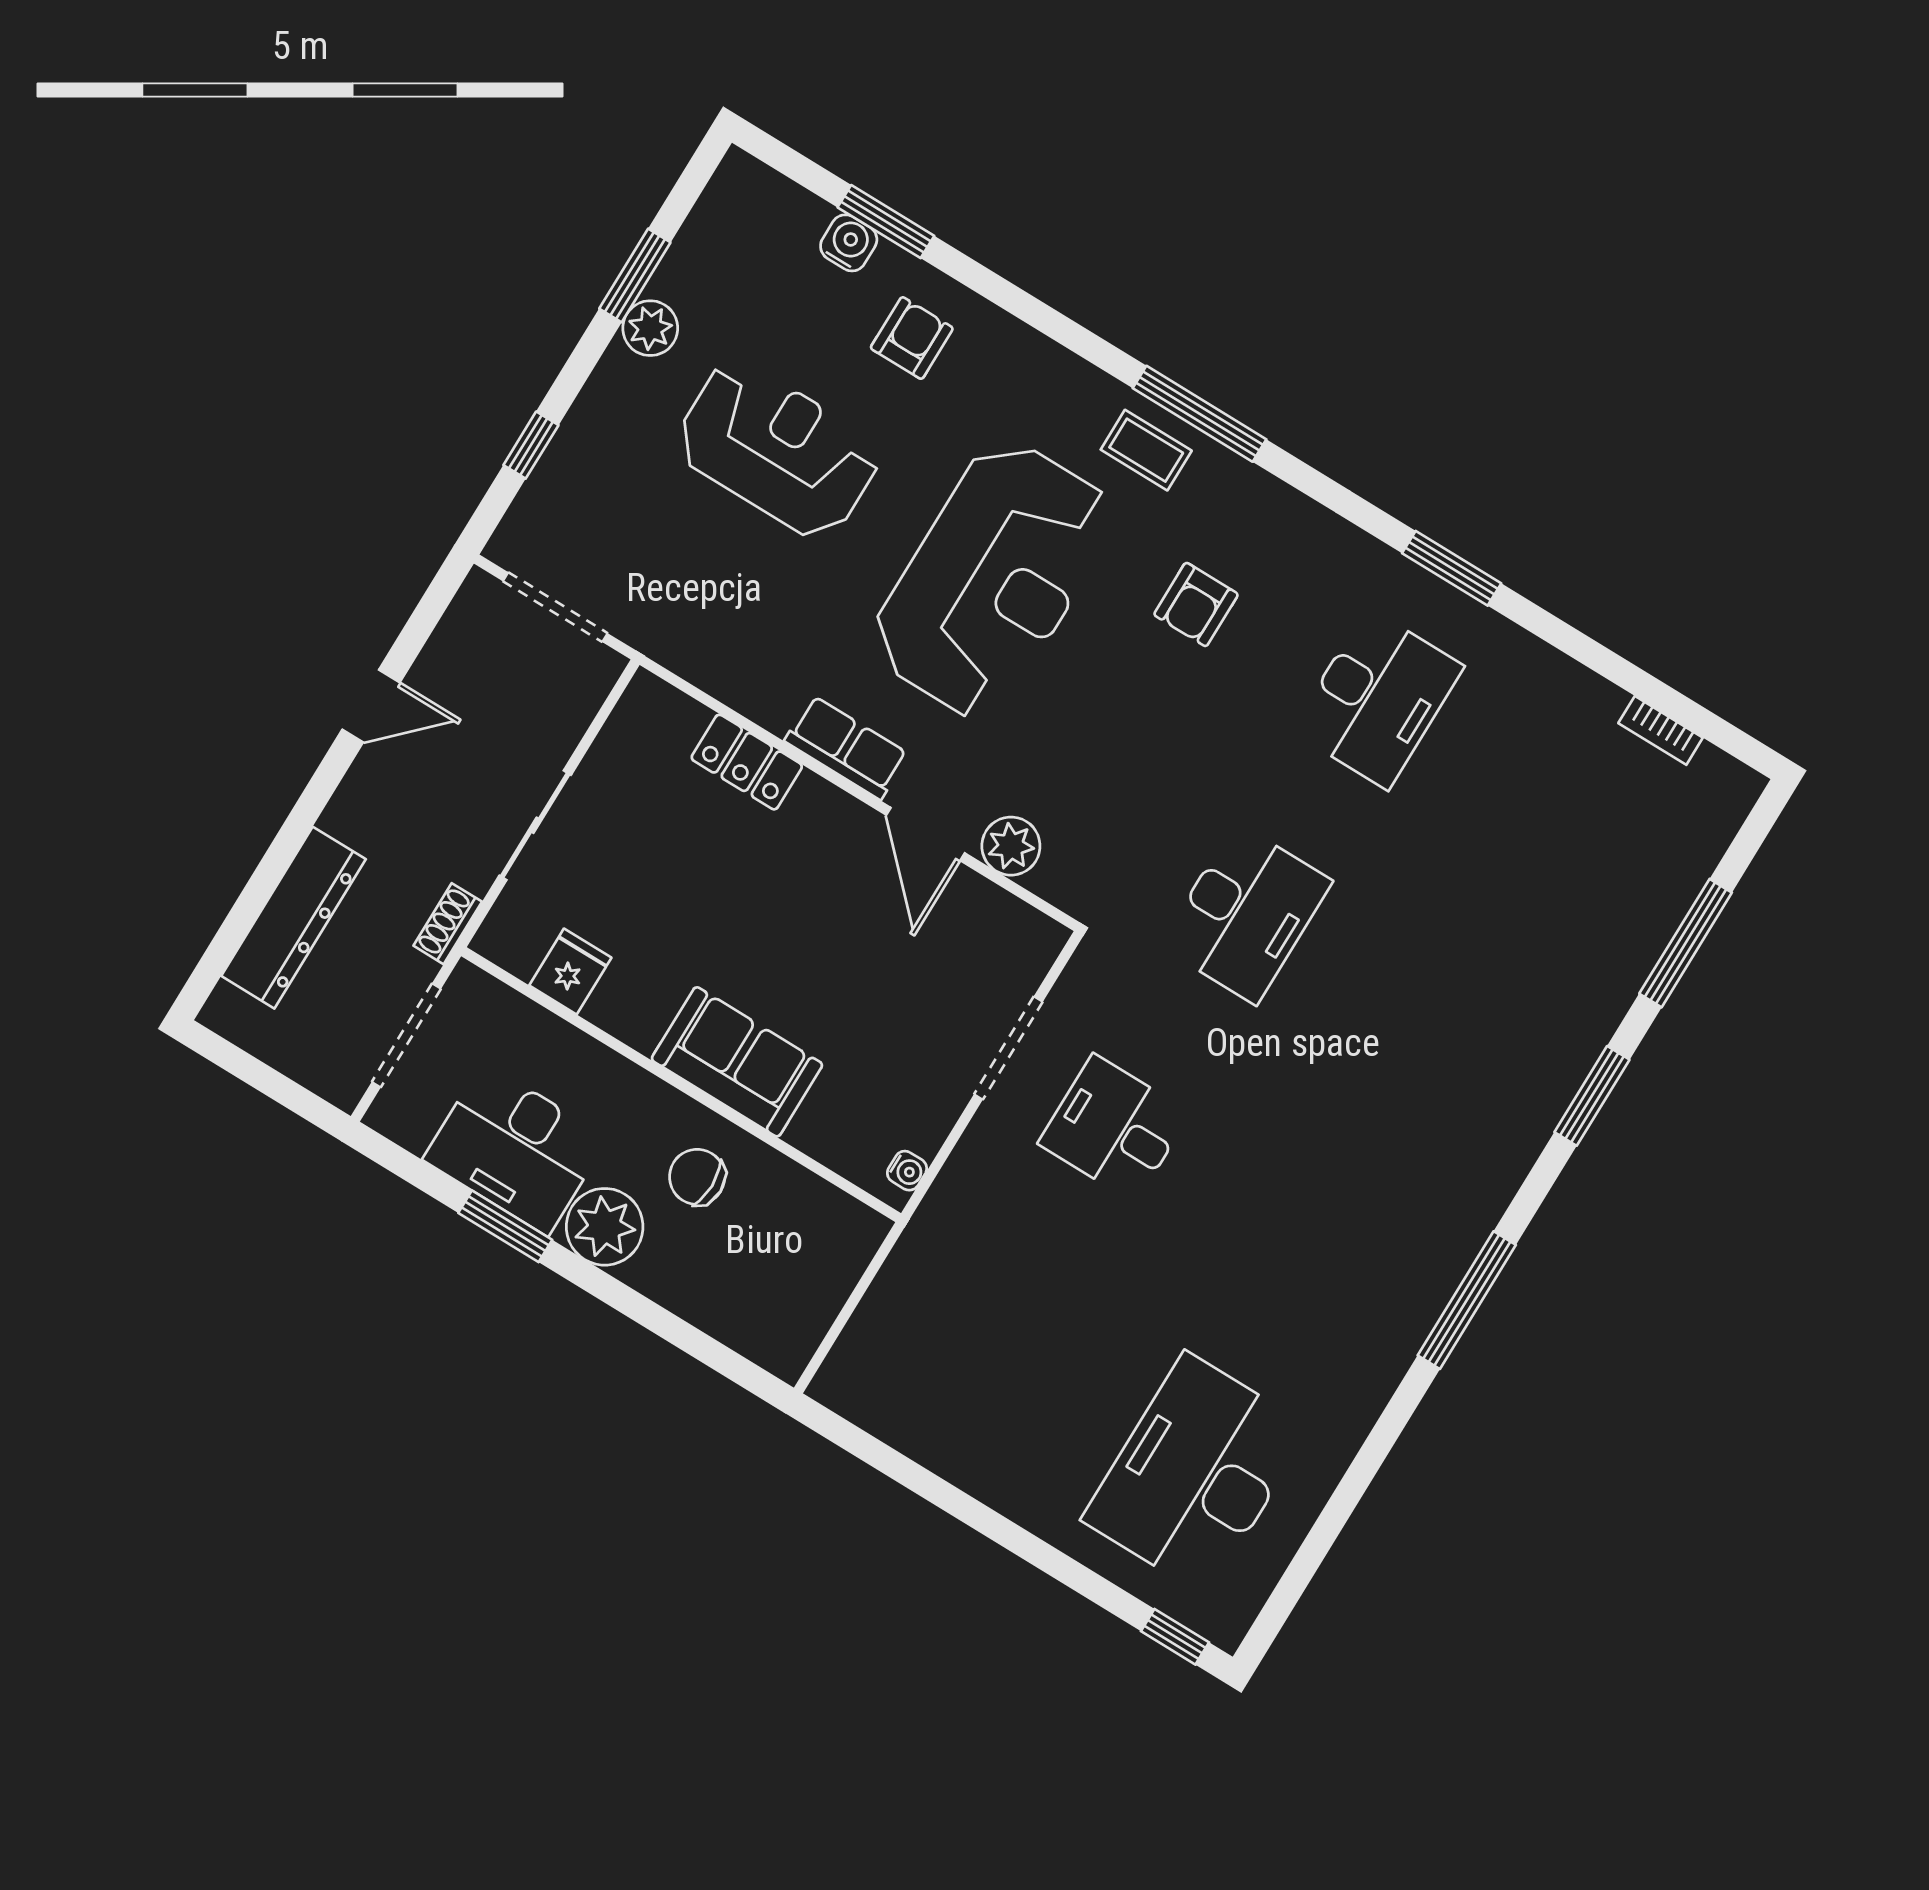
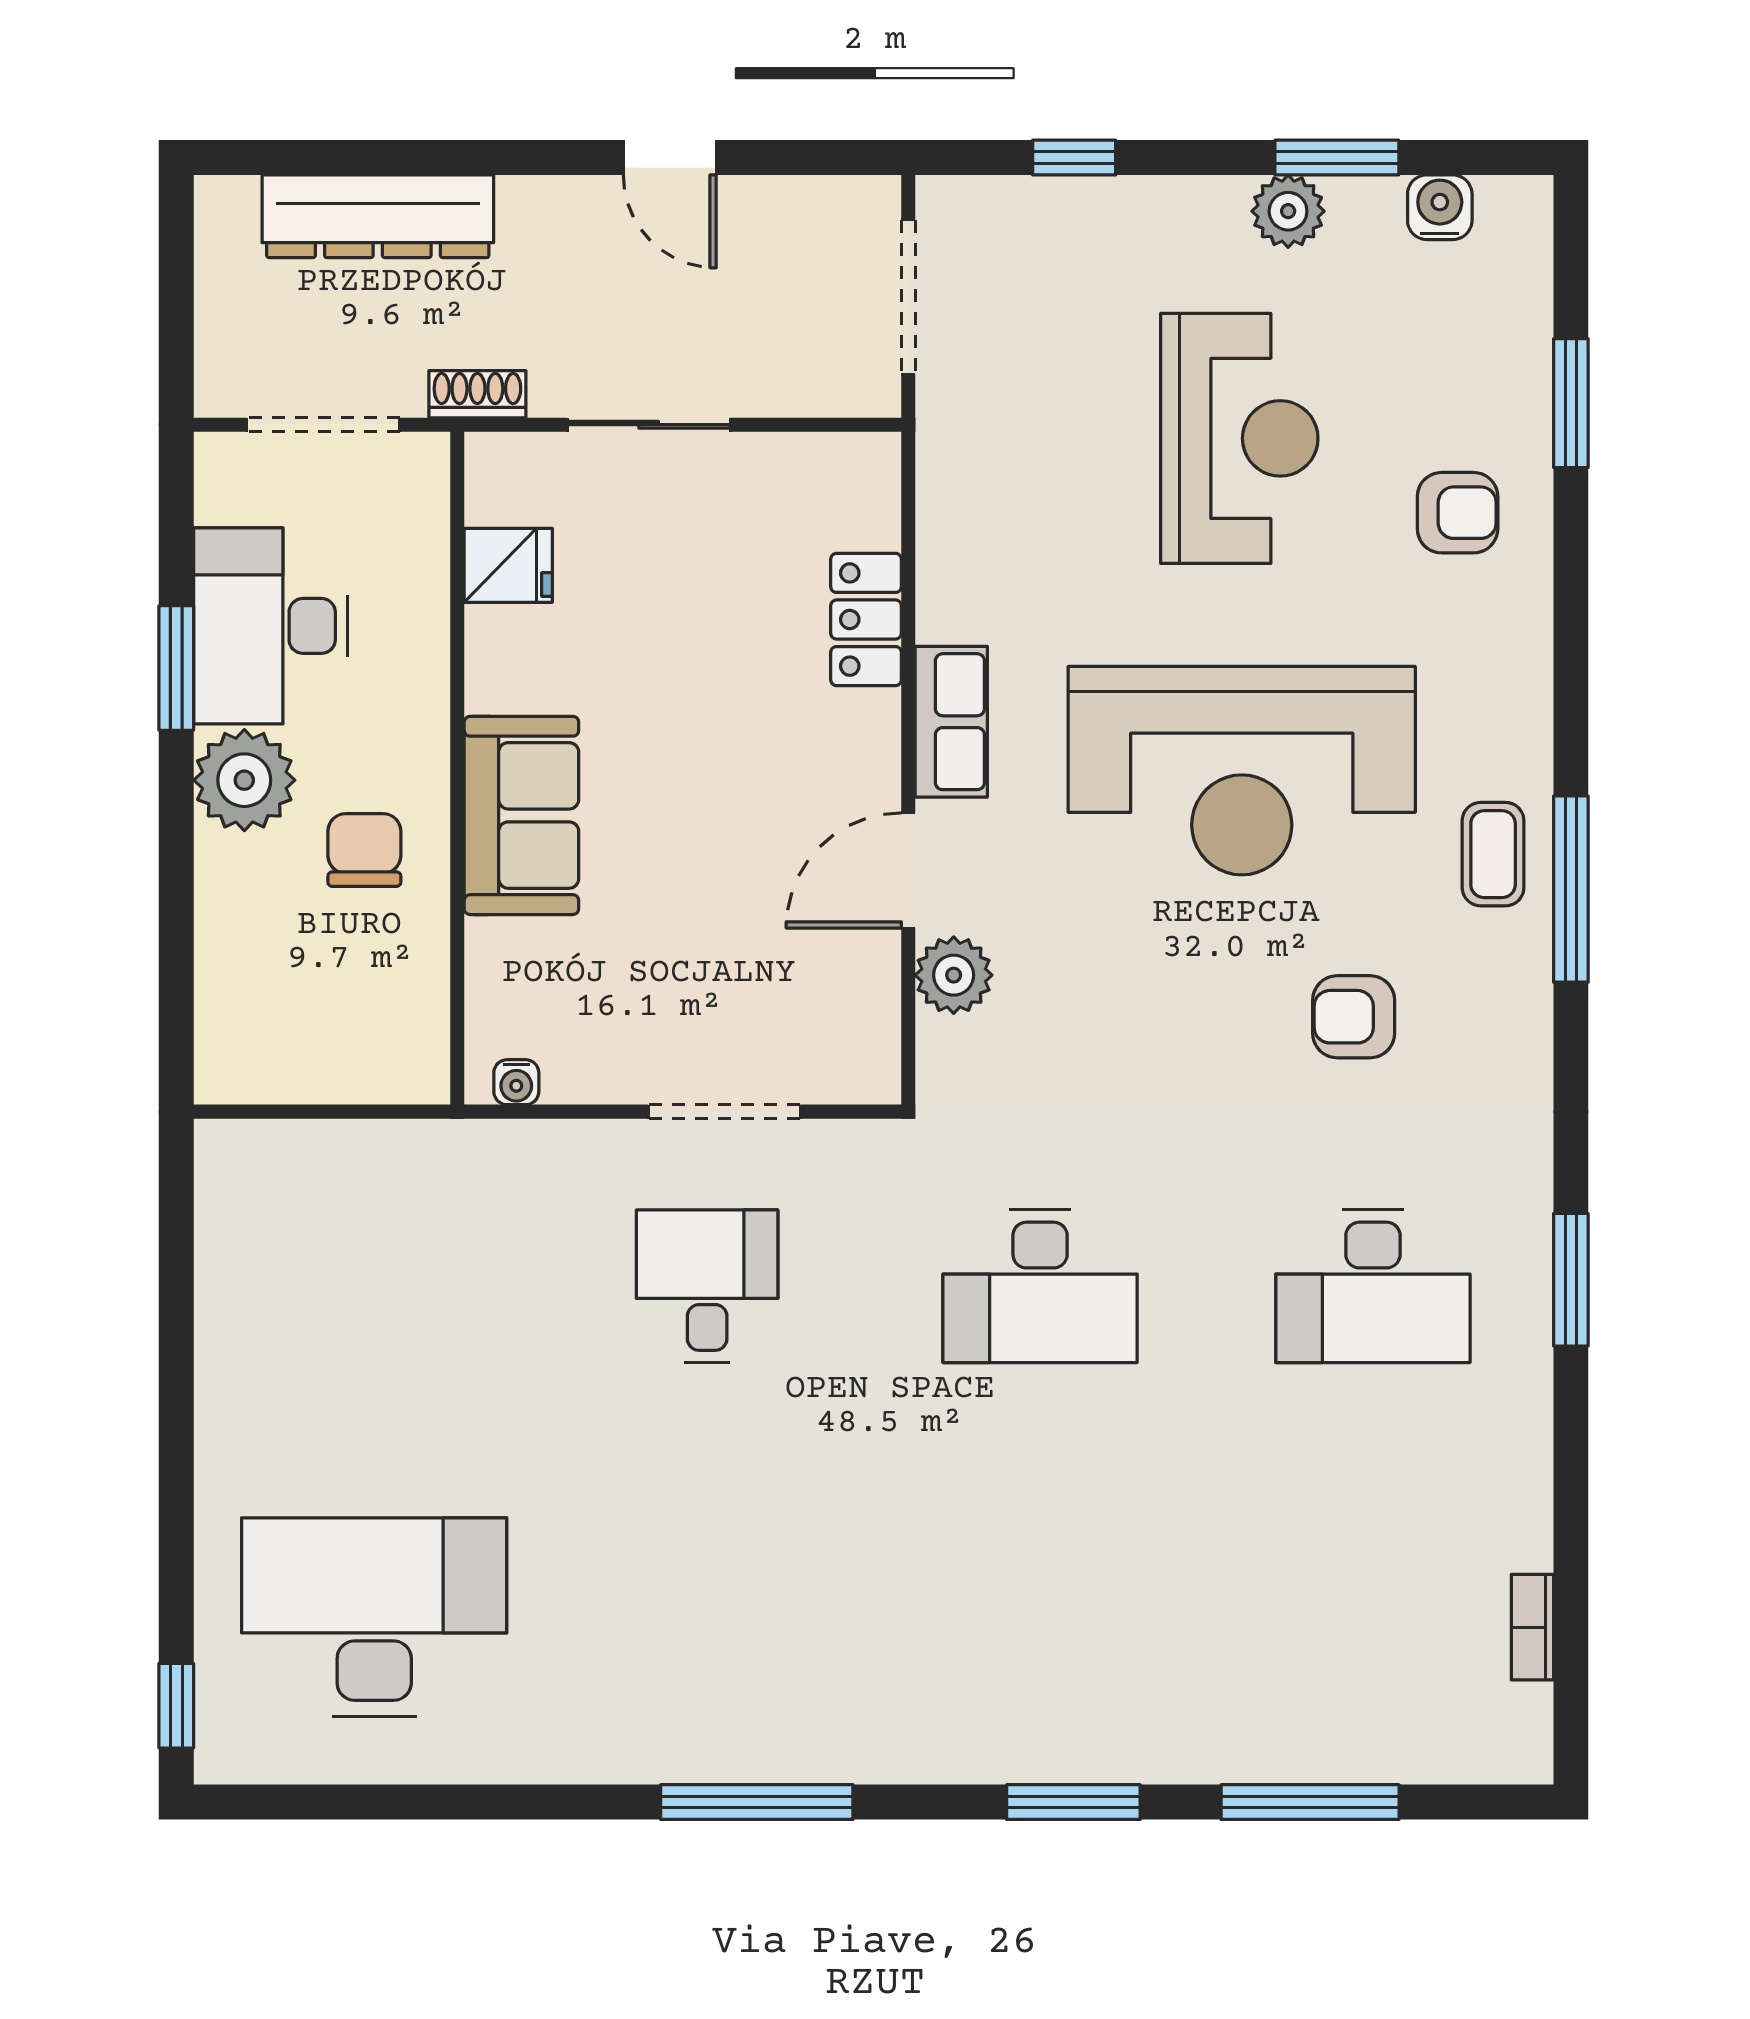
water cooler: (849, 243) -> (1440, 207), moved, turned -90

